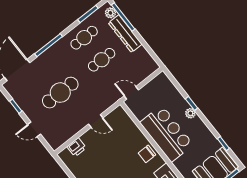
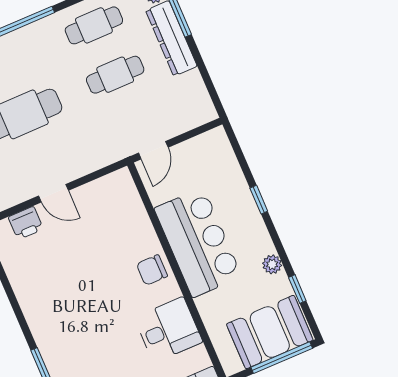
door: (131, 93) -> (153, 150), swing flipped
plant: (190, 113) -> (272, 264), moved
door: (96, 121) -> (53, 193), moved

